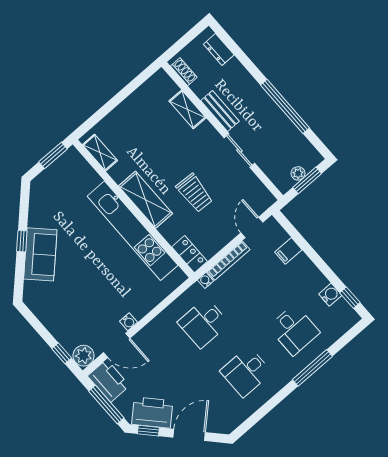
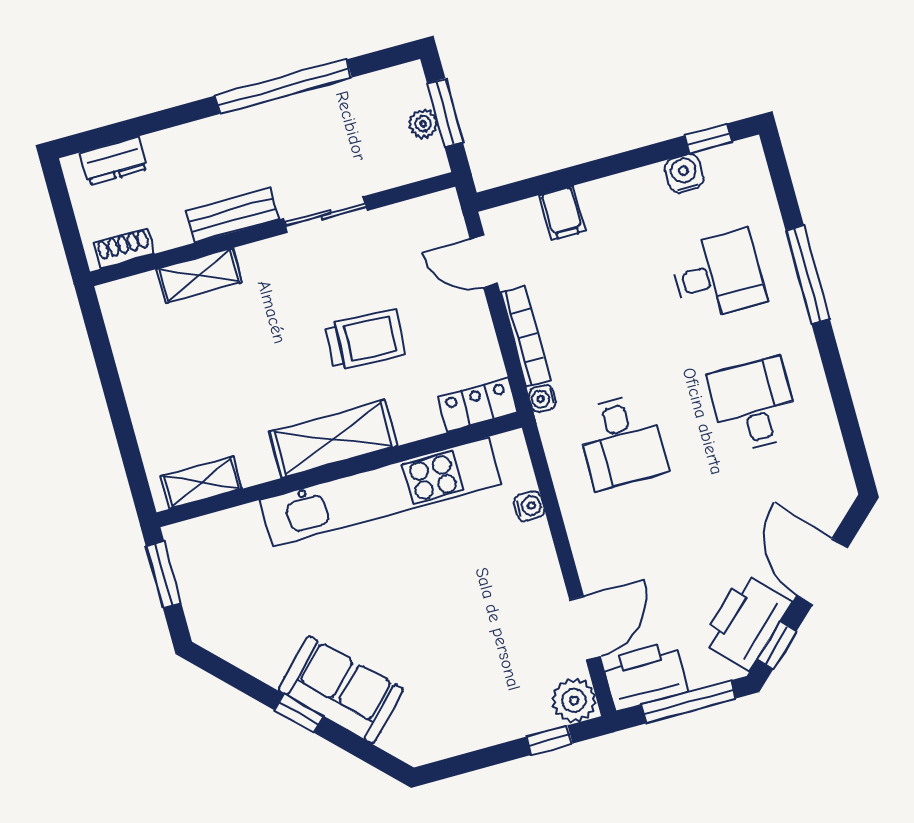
water cooler: (128, 322) -> (529, 506), moved
desk: (246, 372) -> (754, 405), turned 180

